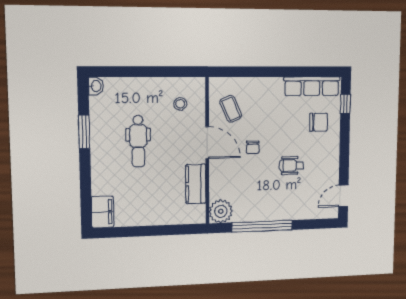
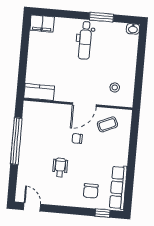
dental chair: (138, 141) -> (85, 40), moved, turned -90
kitchen counter: (196, 184) -> (39, 92), moved
plant: (221, 211) -> (32, 110), removed

